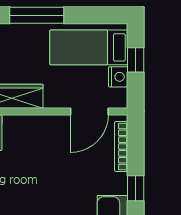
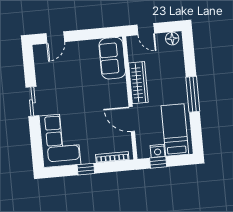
window: (136, 60) -> (158, 162), moved
door: (89, 111) -> (132, 119), moved

